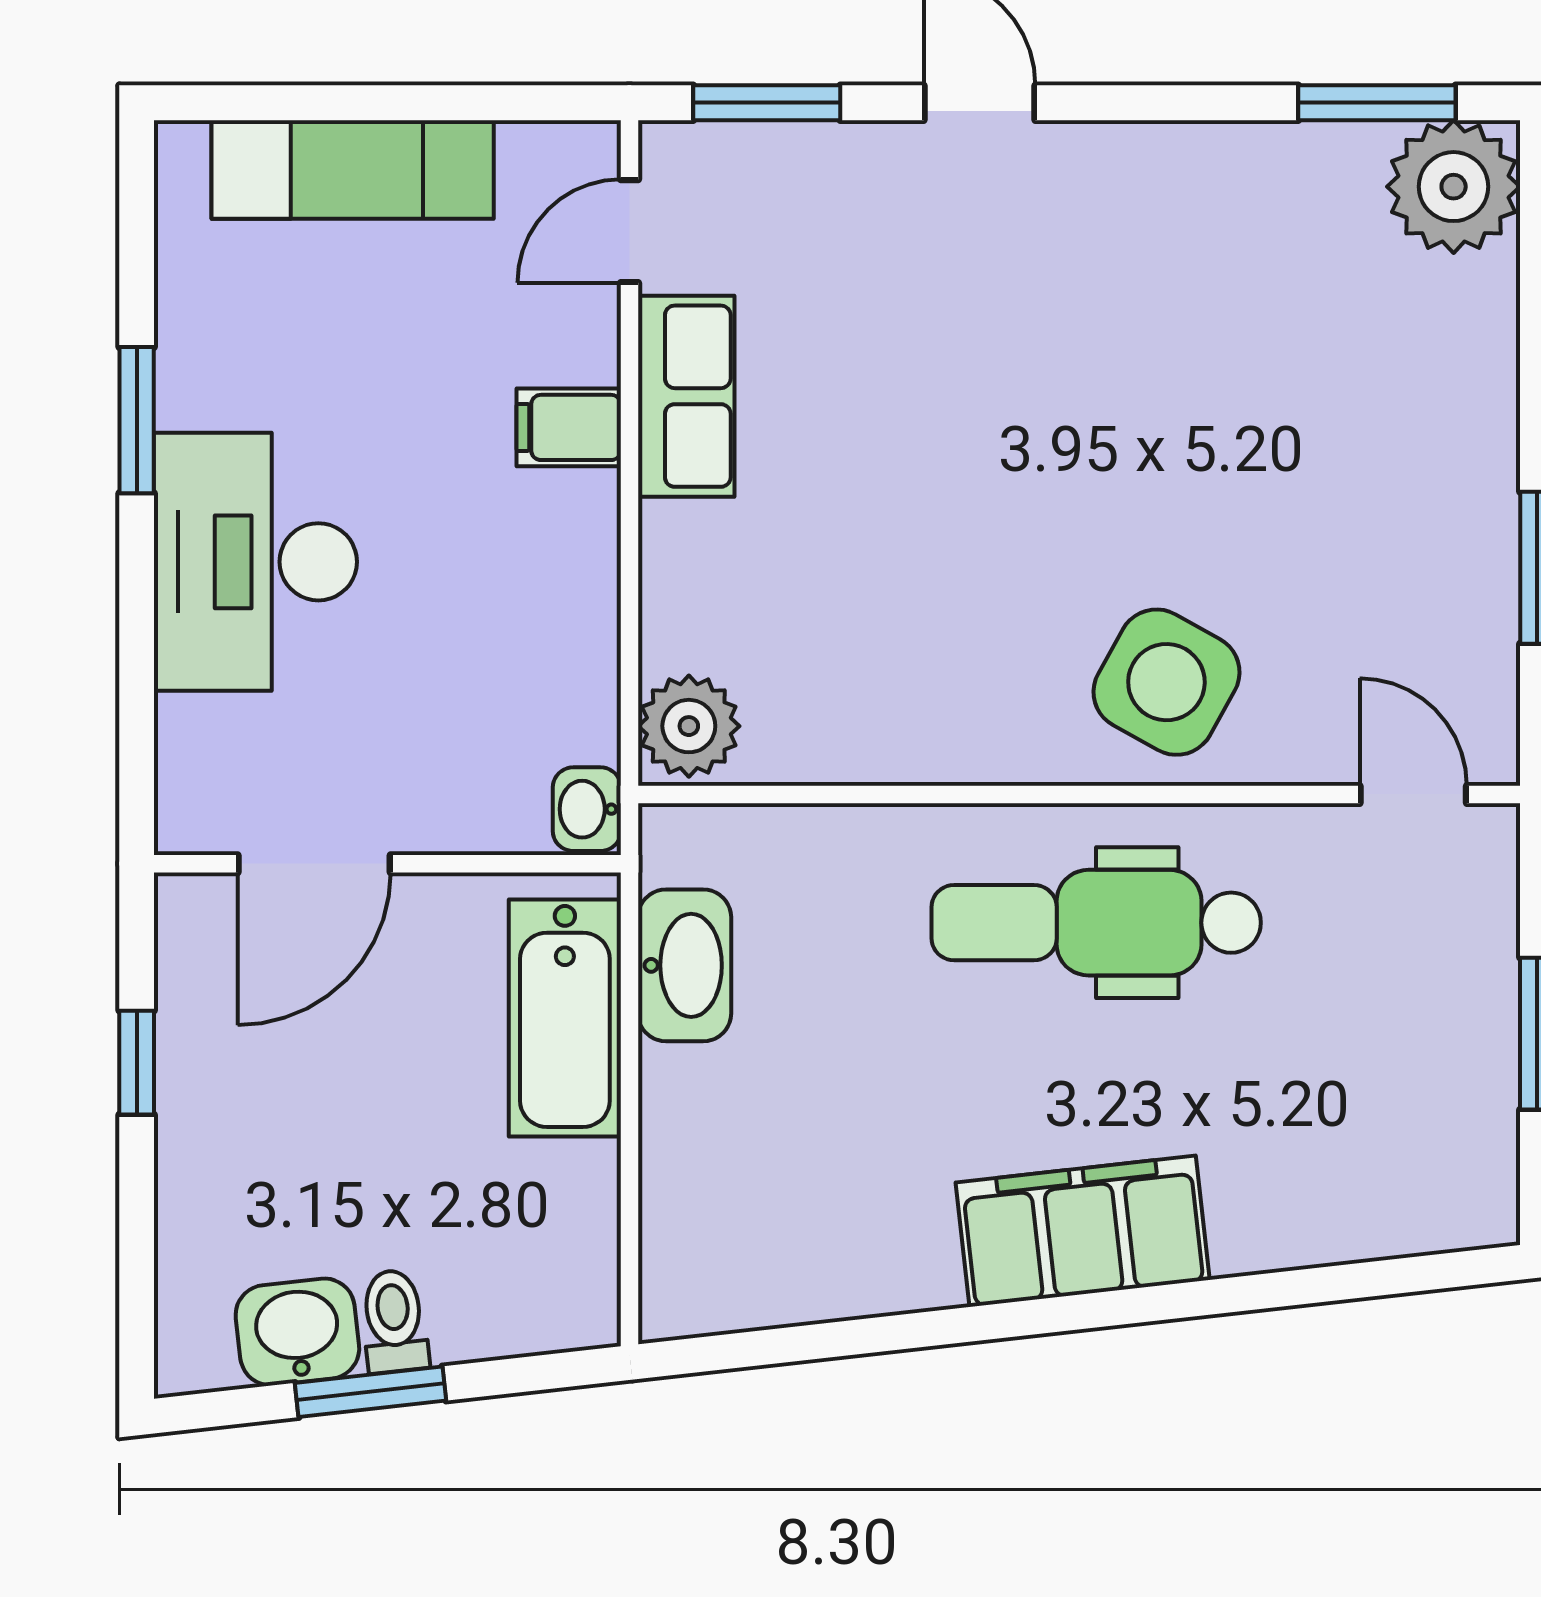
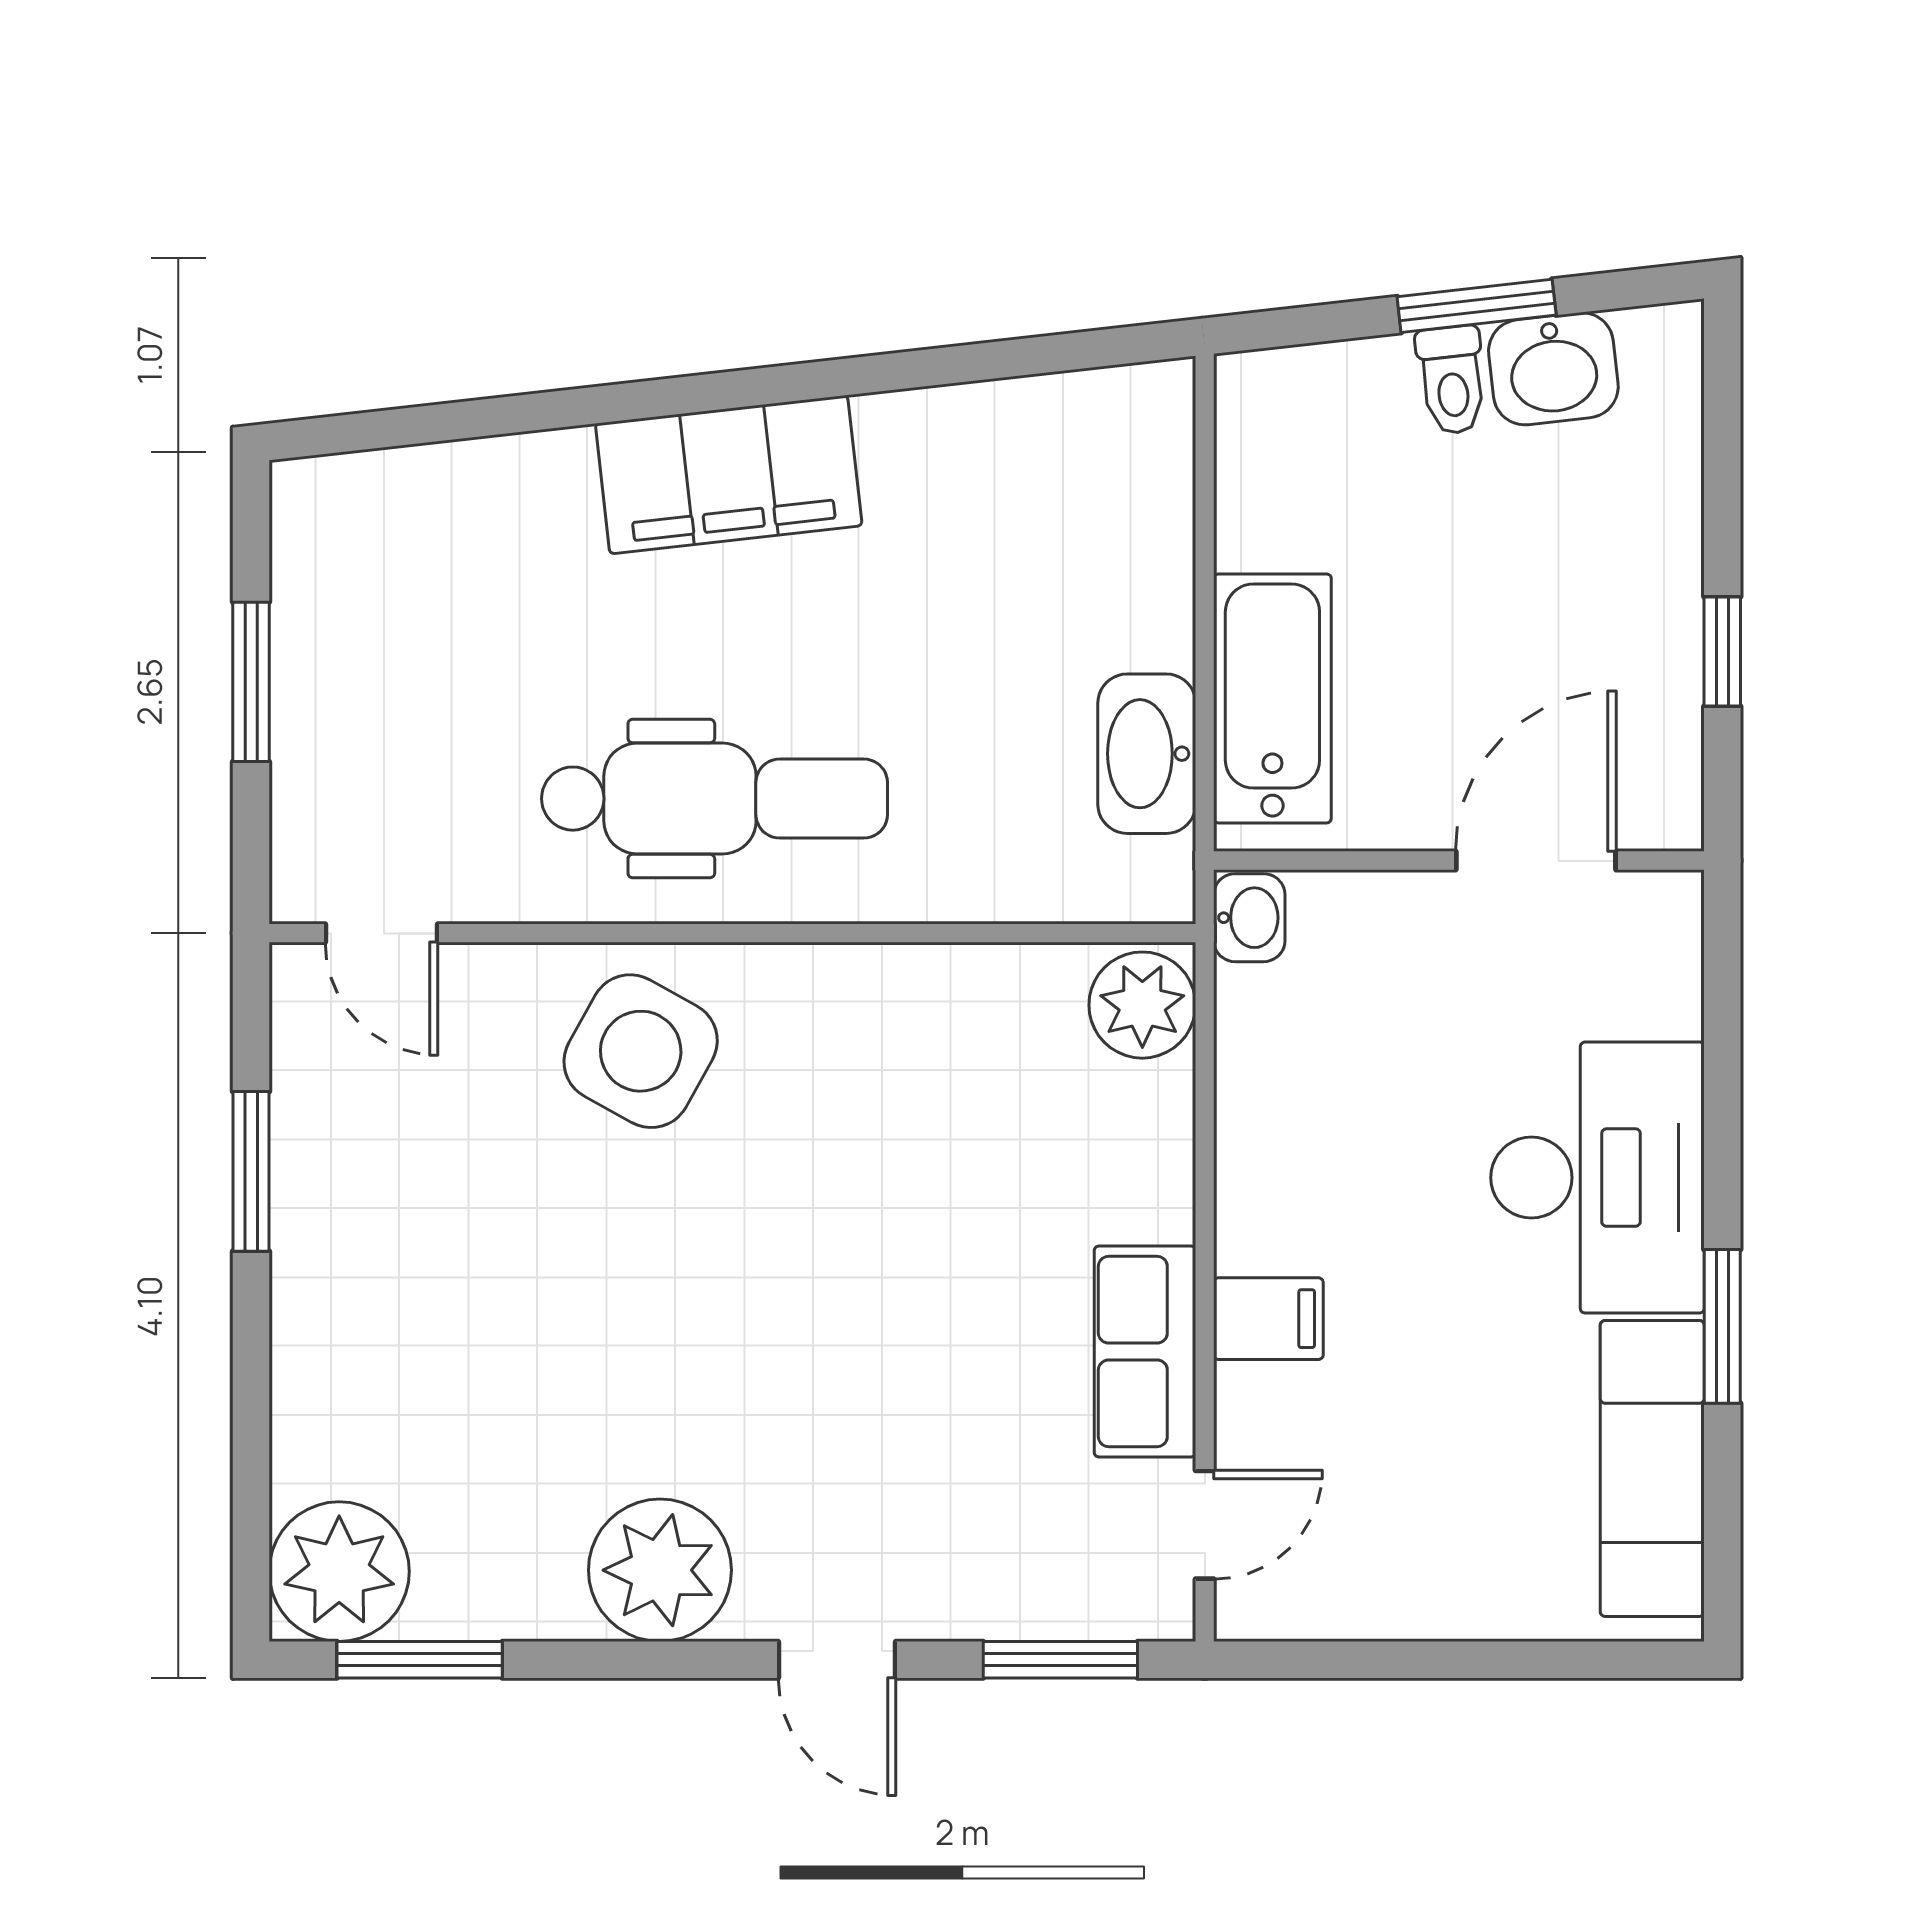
exam couch: (353, 169) -> (1652, 1468), moved, turned -90
plant: (1148, 188) -> (660, 1570), added

